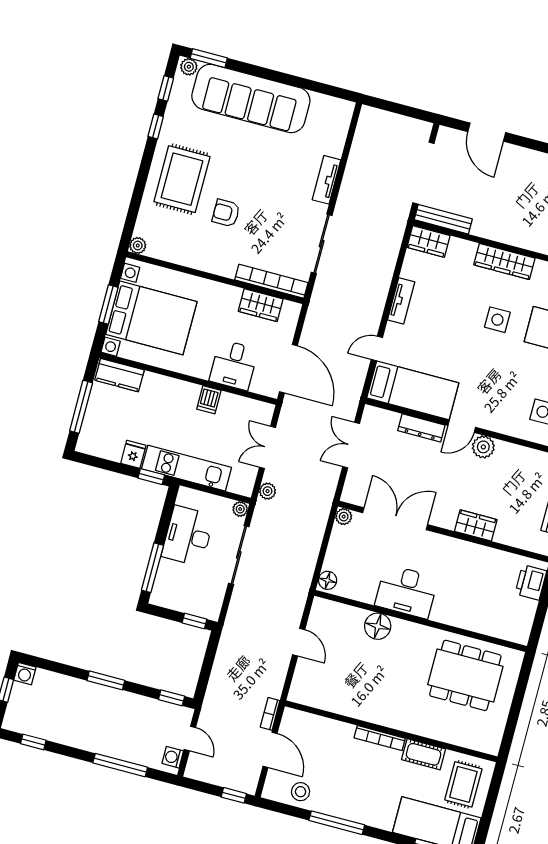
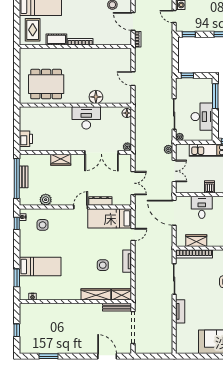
wardrobe: (504, 261) -> (96, 294), moved
side table: (497, 320) -> (103, 265), moved
plant: (483, 447) -> (46, 200), moved

